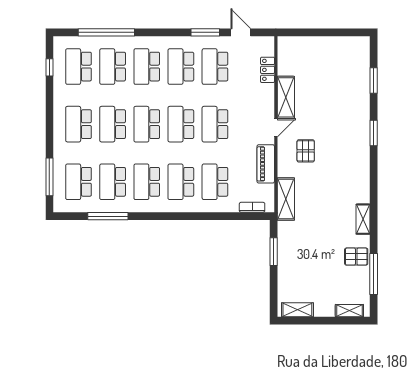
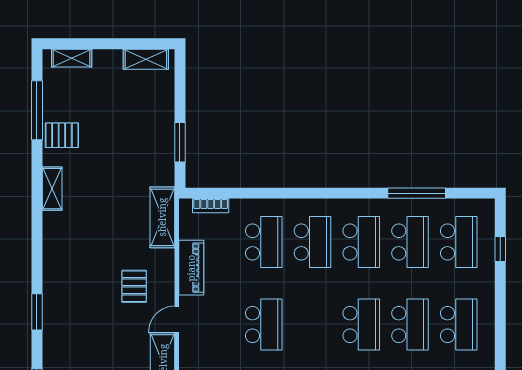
school desk: (181, 124) -> (313, 324), removed
window: (49, 177) -> (500, 249), width x0.46

